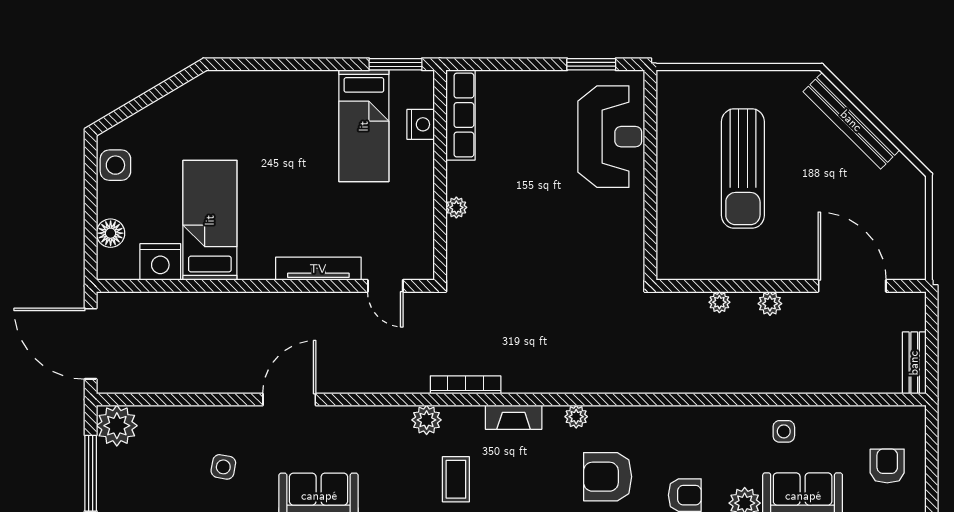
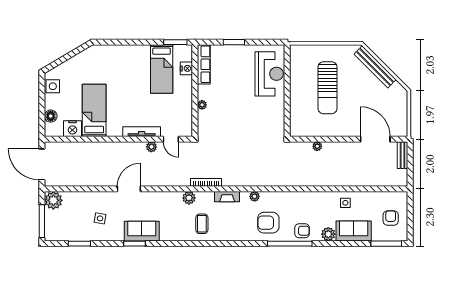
window: (591, 64) -> (234, 42), moved
plant: (770, 304) -> (151, 147), moved
bench: (914, 363) -> (403, 155), moved

